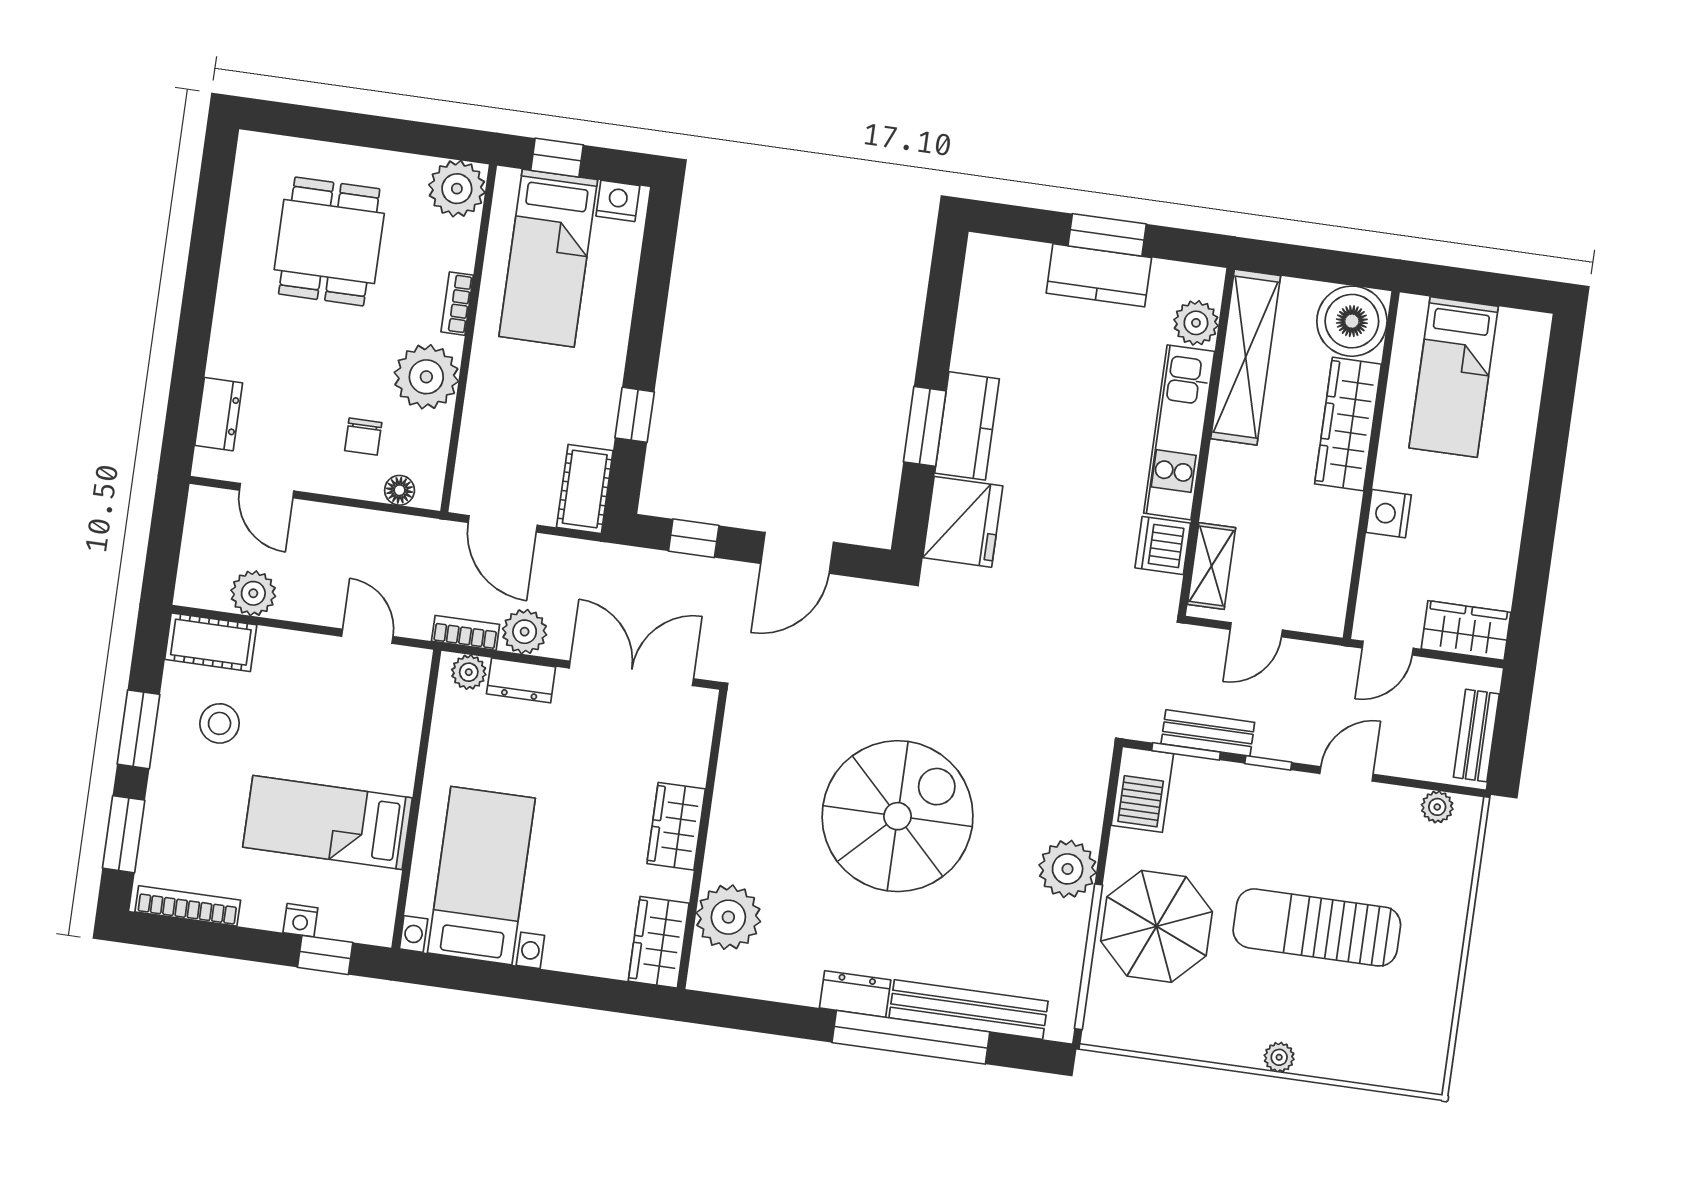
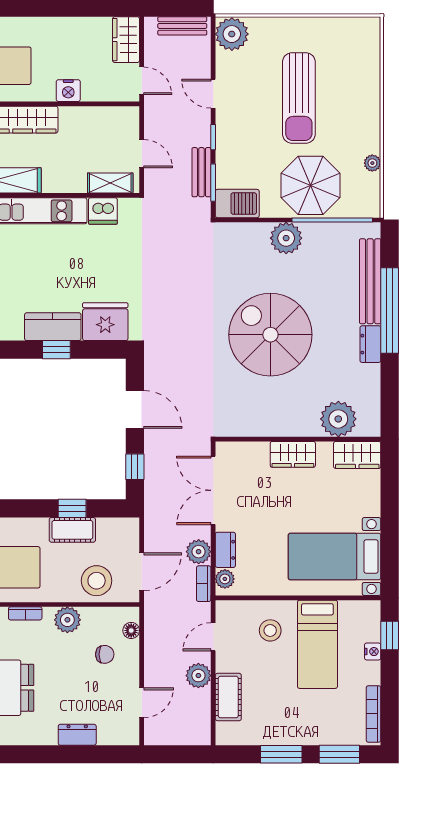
plant: (426, 377) -> (67, 620), width x0.73, depth x0.73
dresser: (219, 414) -> (77, 735), moved
window: (925, 426) -> (56, 350), width x0.67
stool: (498, 440) -> (97, 581), added
cot: (585, 489) -> (72, 530), moved
plant: (253, 593) -> (198, 676), moved
cot: (211, 642) -> (228, 697), moved
stool: (220, 723) -> (270, 630), moved
plant: (1437, 807) -> (232, 34), width x1.87, depth x1.87
plant: (1279, 1057) -> (372, 163), moved

